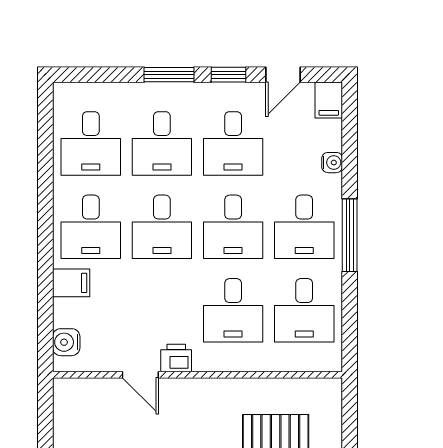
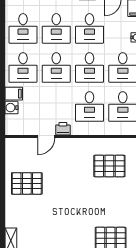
water cooler: (66, 342) -> (11, 108), moved
door: (140, 375) -> (46, 137), hinge flipped

